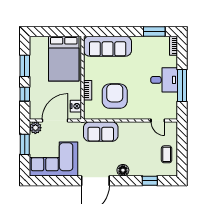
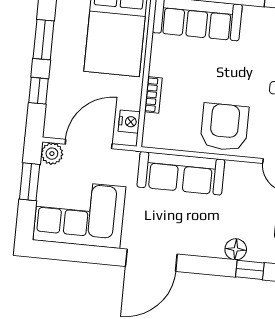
armchair: (115, 96) -> (224, 127), moved
sofa: (101, 132) -> (181, 173), width x1.36
floor lamp: (123, 170) -> (236, 249), moved

